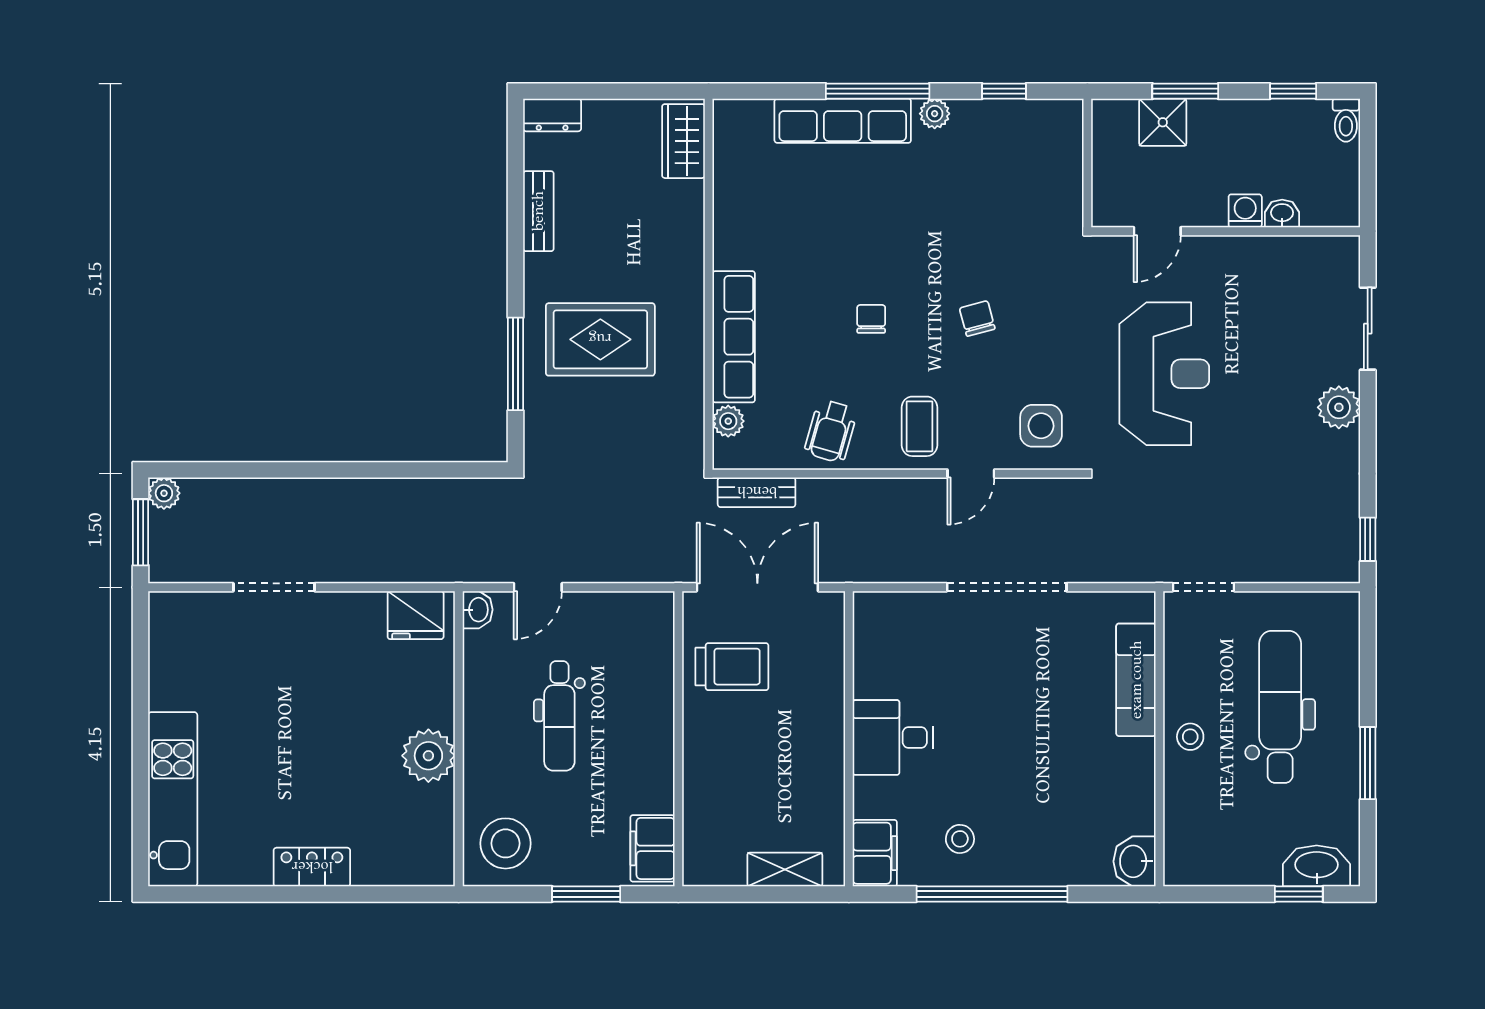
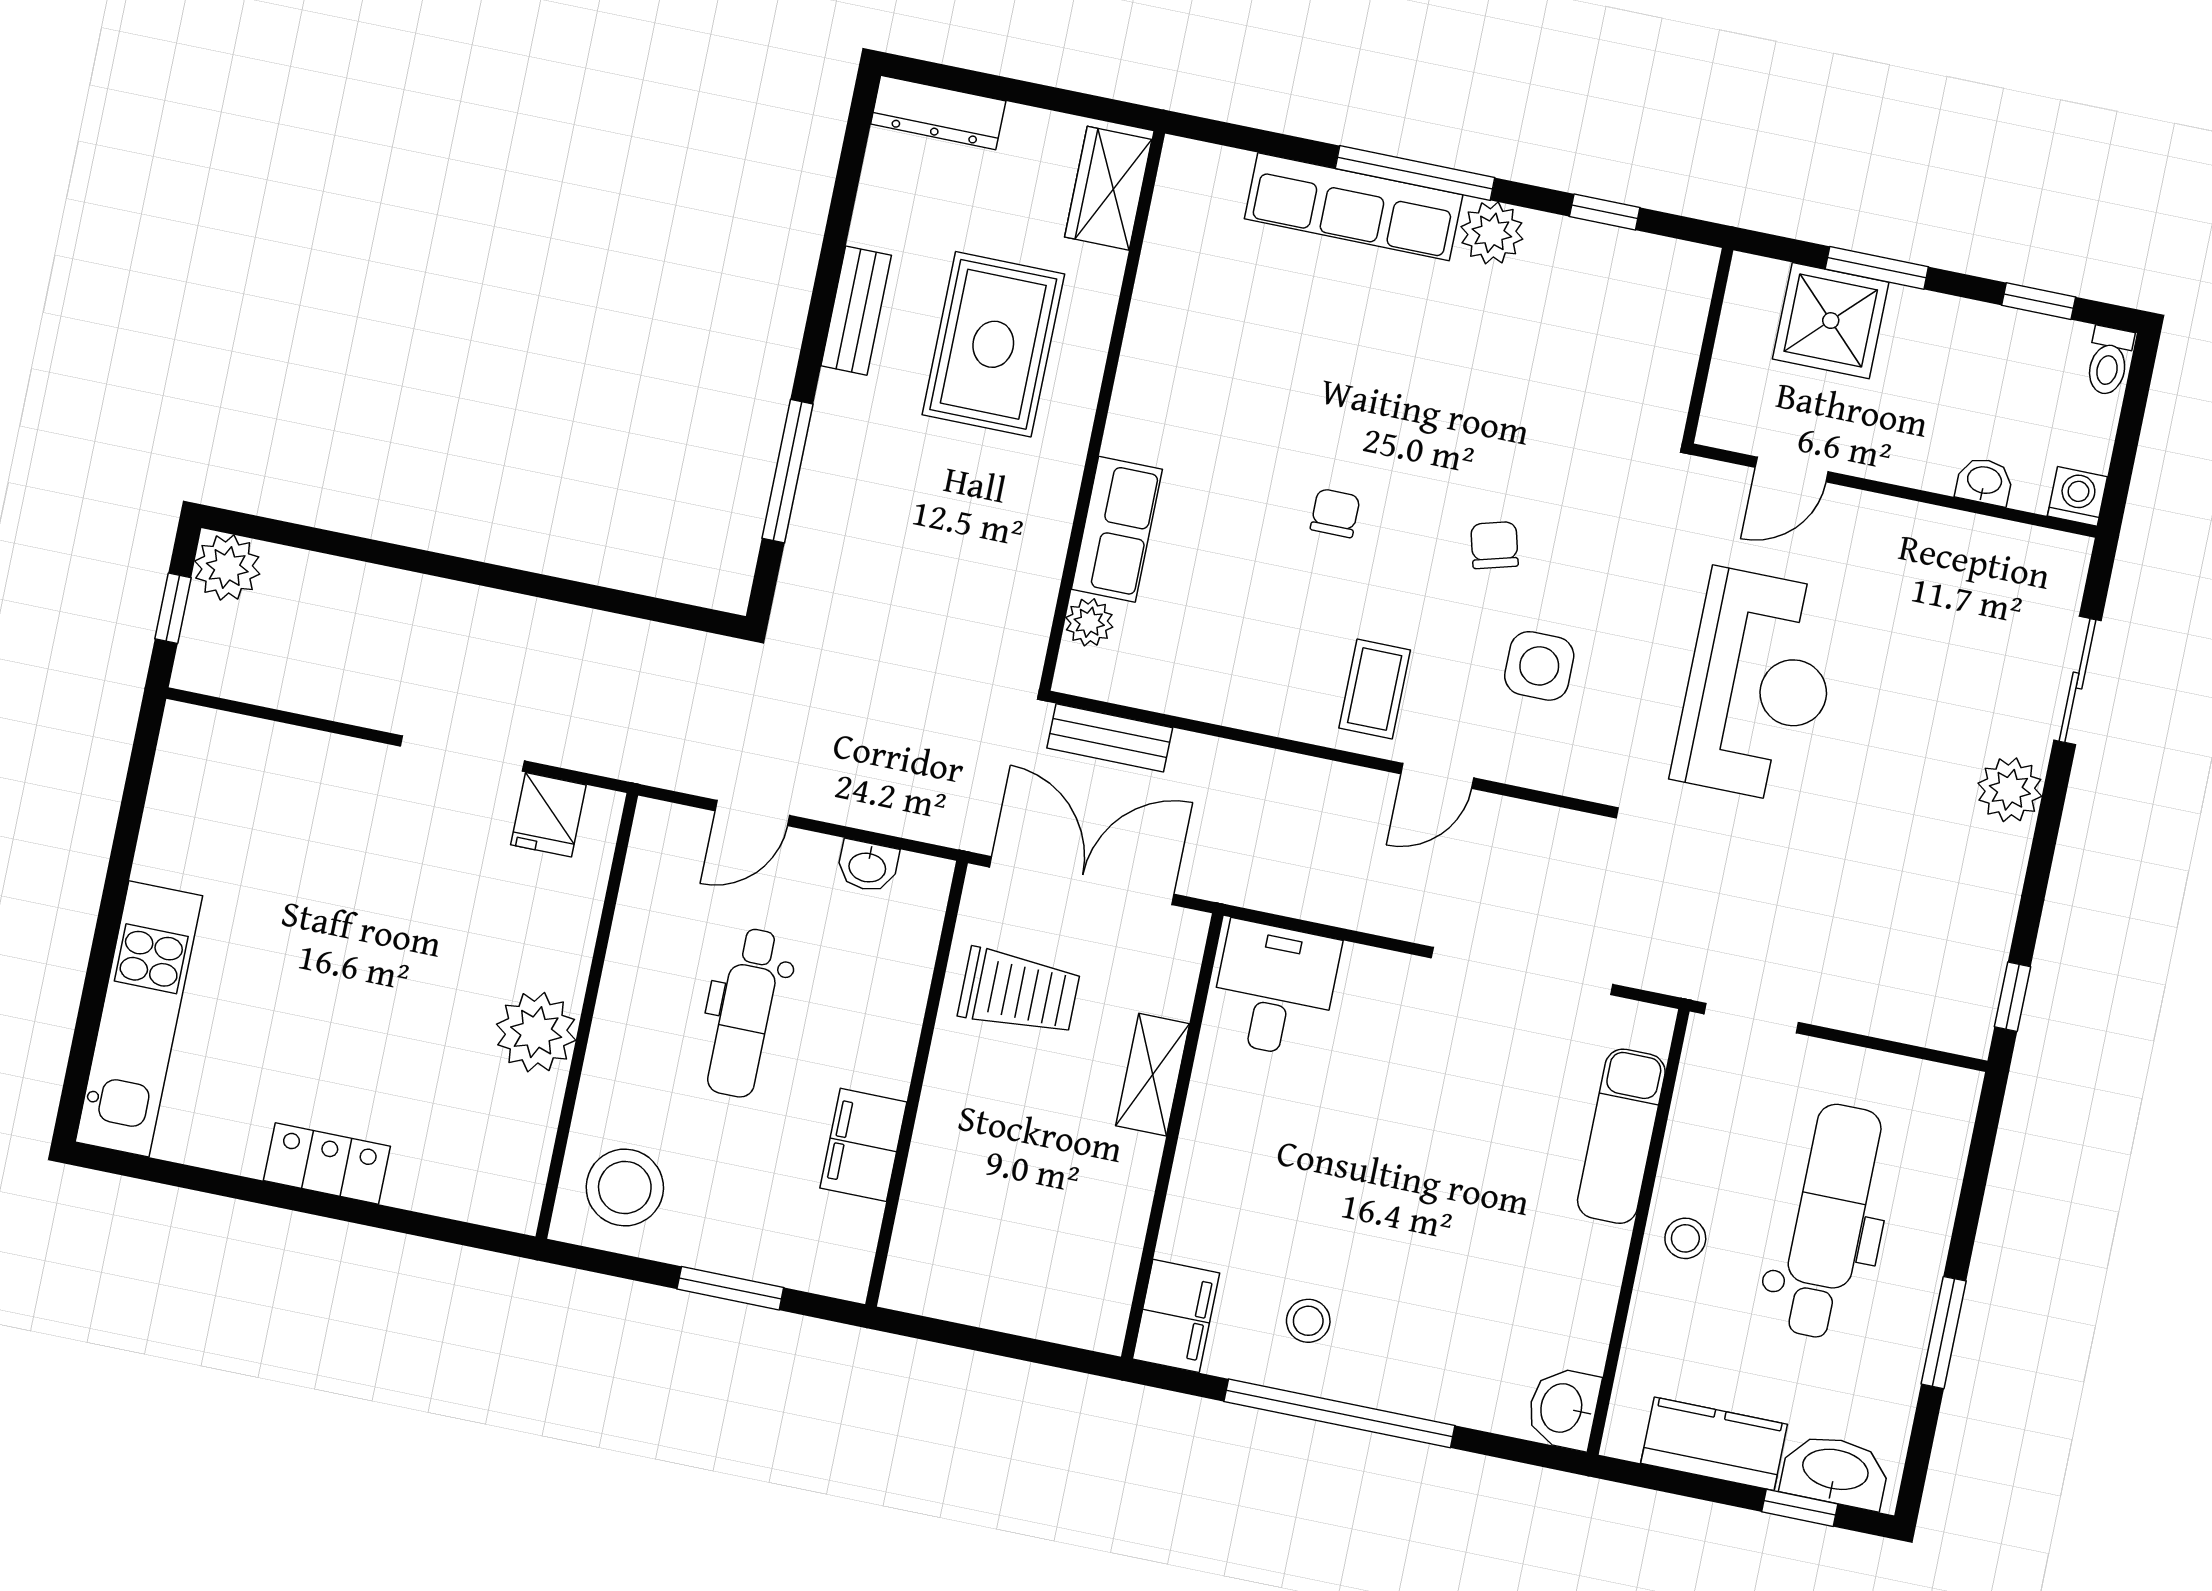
plant: (935, 114) -> (1492, 233), width x1.38, depth x1.38
dresser: (552, 115) -> (938, 113), width x1.44
shower: (1163, 122) -> (1831, 321), width x1.36, depth x1.36
bench: (538, 211) -> (856, 311), moved
washing machine: (1245, 211) -> (2077, 496), moved
row of seats: (734, 337) -> (1117, 529), width x0.68
rug: (600, 339) -> (993, 344), moved, turned 90
side table: (1041, 426) -> (1539, 666), moved
wheelchair: (831, 431) -> (1240, 669), removed
plant: (164, 493) -> (227, 567), width x1.38, depth x1.38
window: (141, 532) -> (173, 608), width x0.67
doorway: (274, 587) -> (462, 753), moved
doorway: (1007, 587) -> (1522, 971), moved
washbasin: (478, 610) -> (868, 866), moved, turned 90
fridge: (416, 615) -> (548, 815), width x0.72
desk: (893, 738) -> (1275, 989), moved, turned 90
filing cabinet: (652, 848) -> (863, 1145), moved
kitchen counter: (1236, 864) -> (1714, 1444), added
shelving: (785, 870) -> (1153, 1075), moved, turned 90

